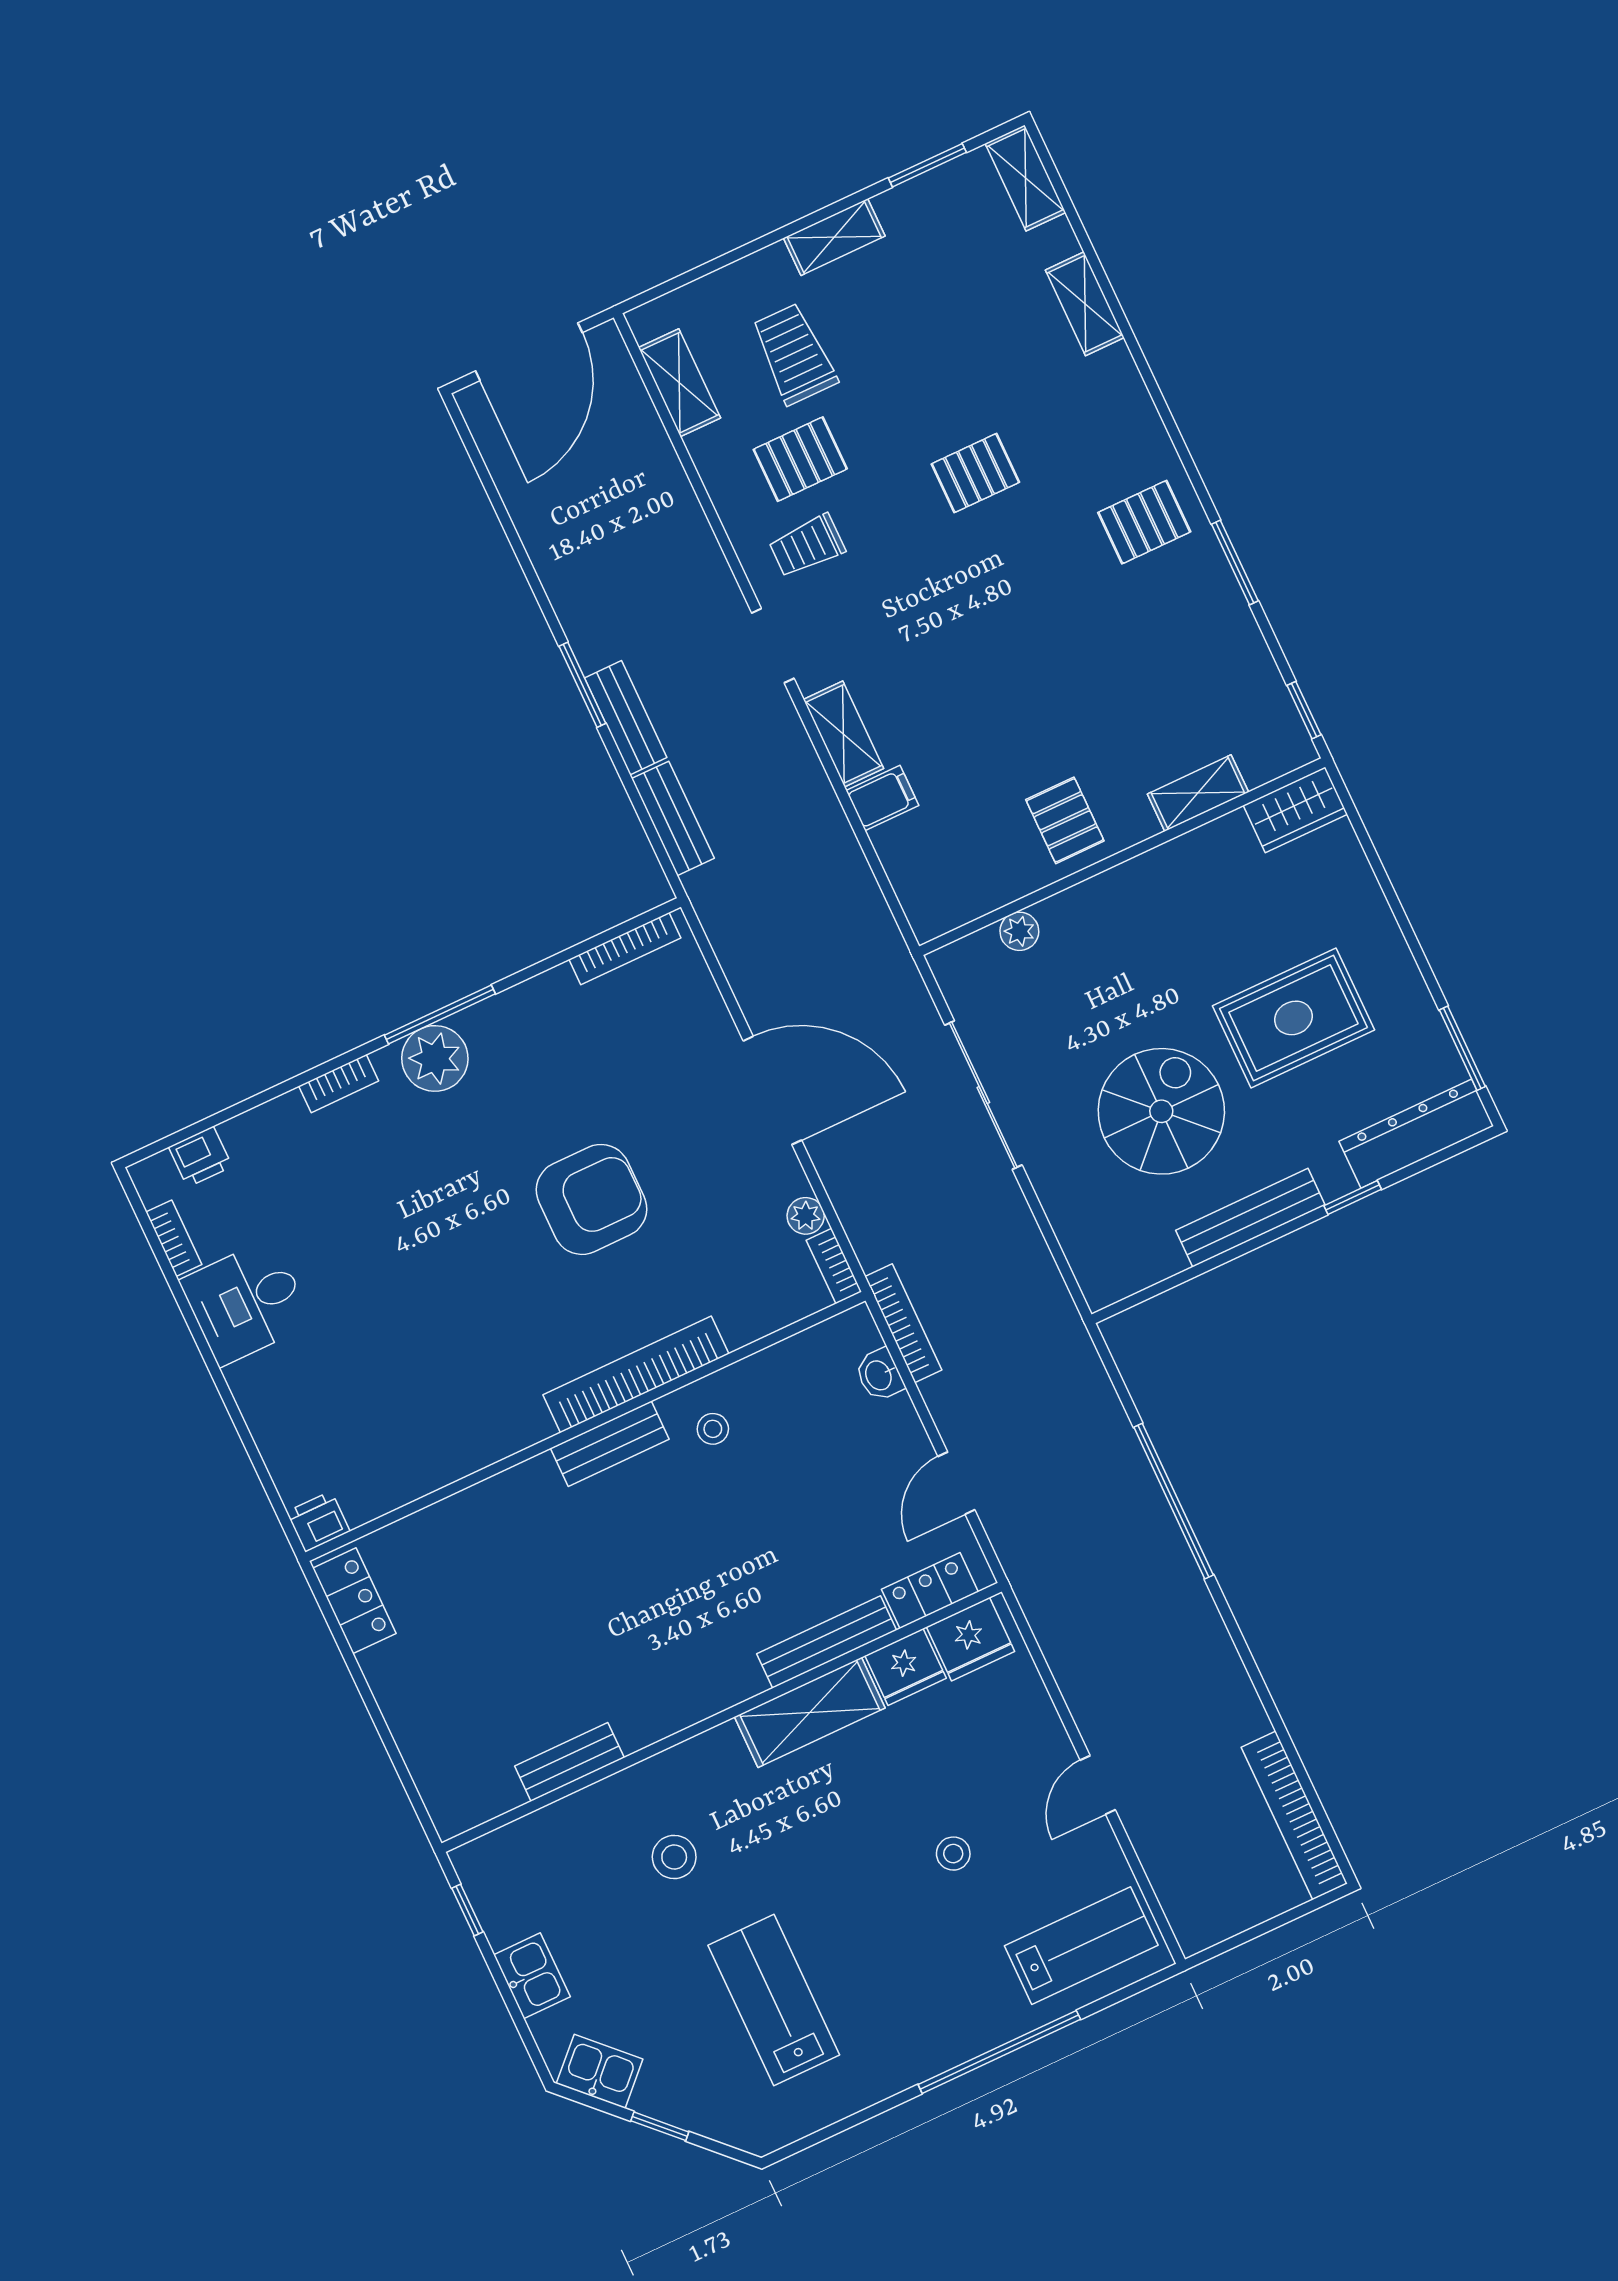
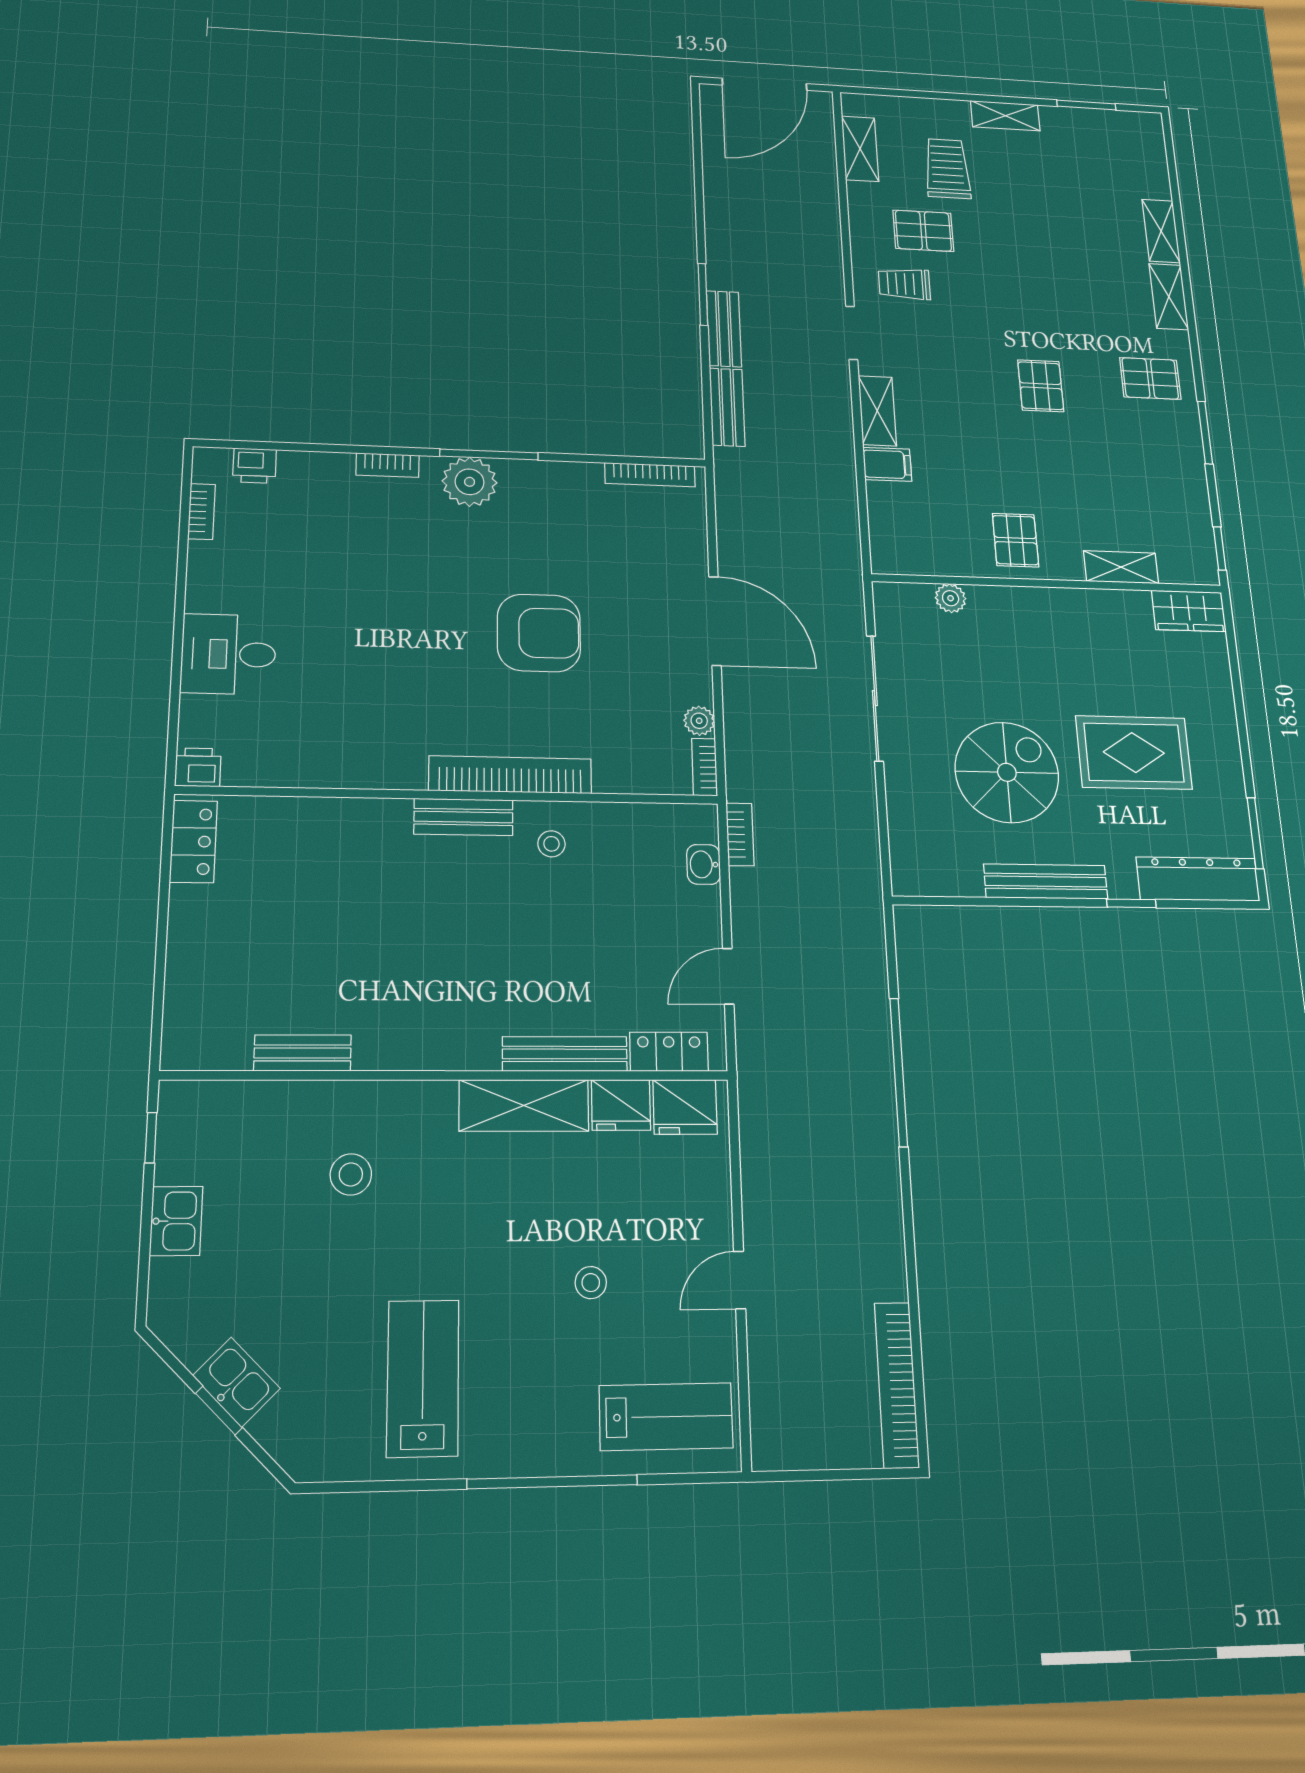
shelving: (1025, 178) -> (1169, 297), moved
pallet: (975, 473) -> (1041, 386), moved, turned 90
desk: (246, 1302) -> (228, 654), moved
bookcase: (903, 1323) -> (740, 834), width x0.64
lab bench: (774, 2000) -> (423, 1378), moved
kitchen sink: (600, 2071) -> (236, 1382), moved

